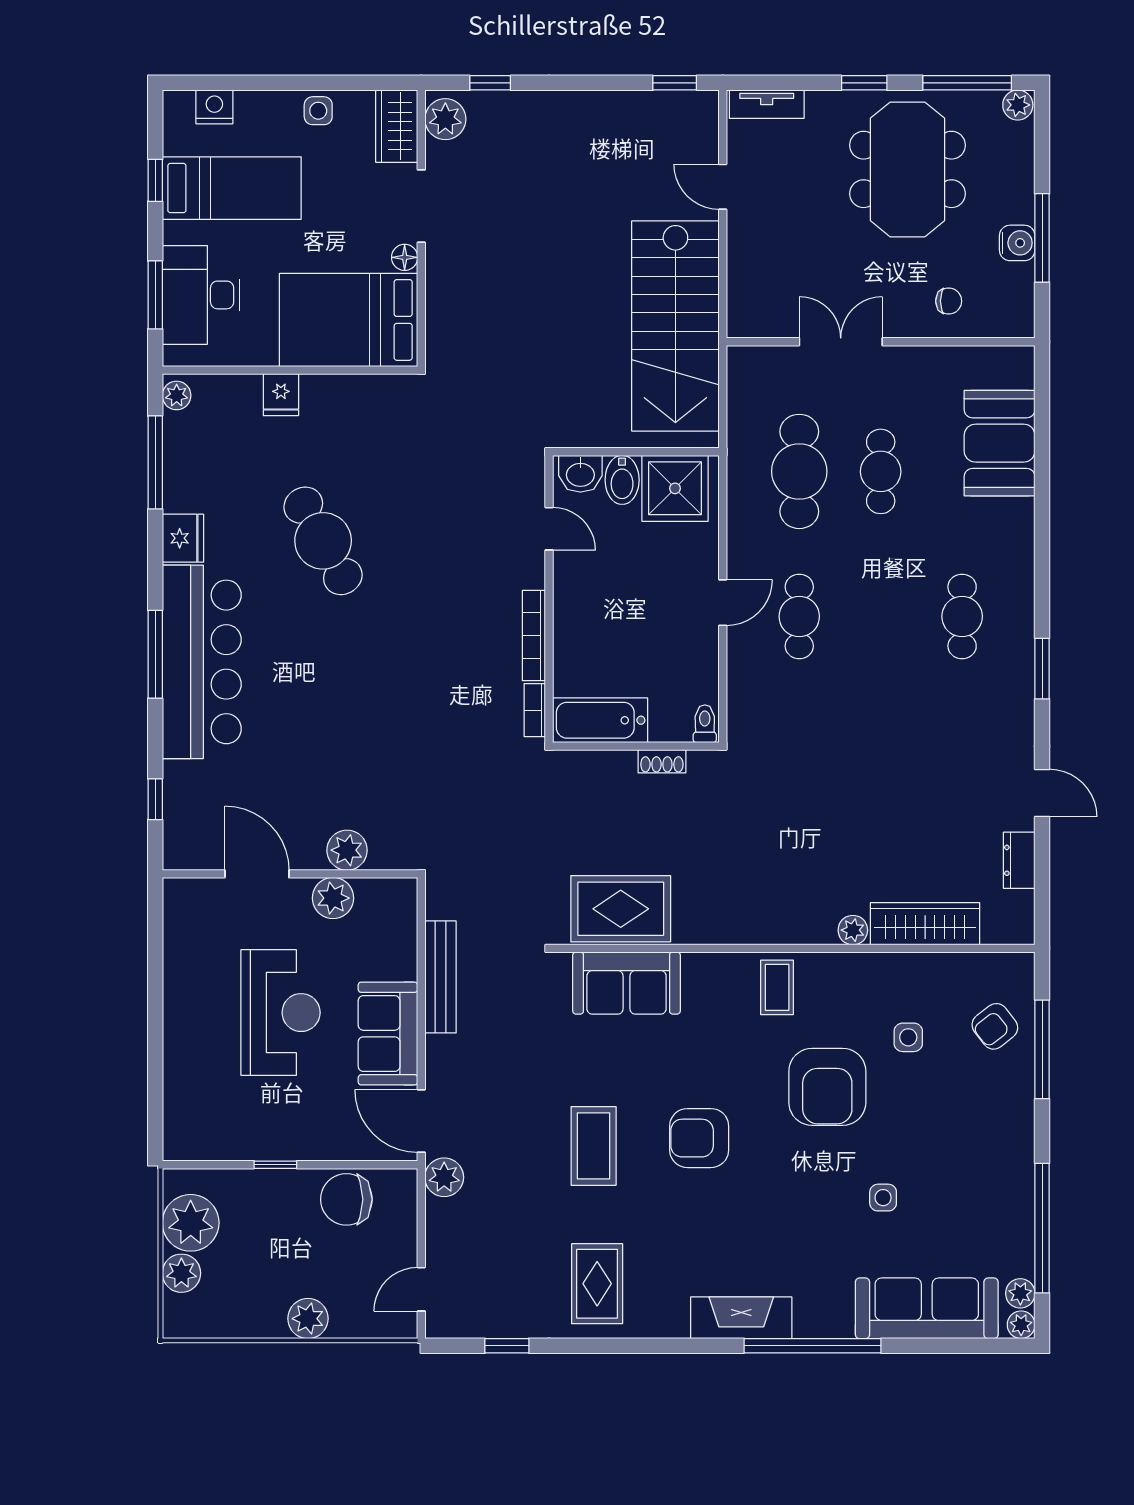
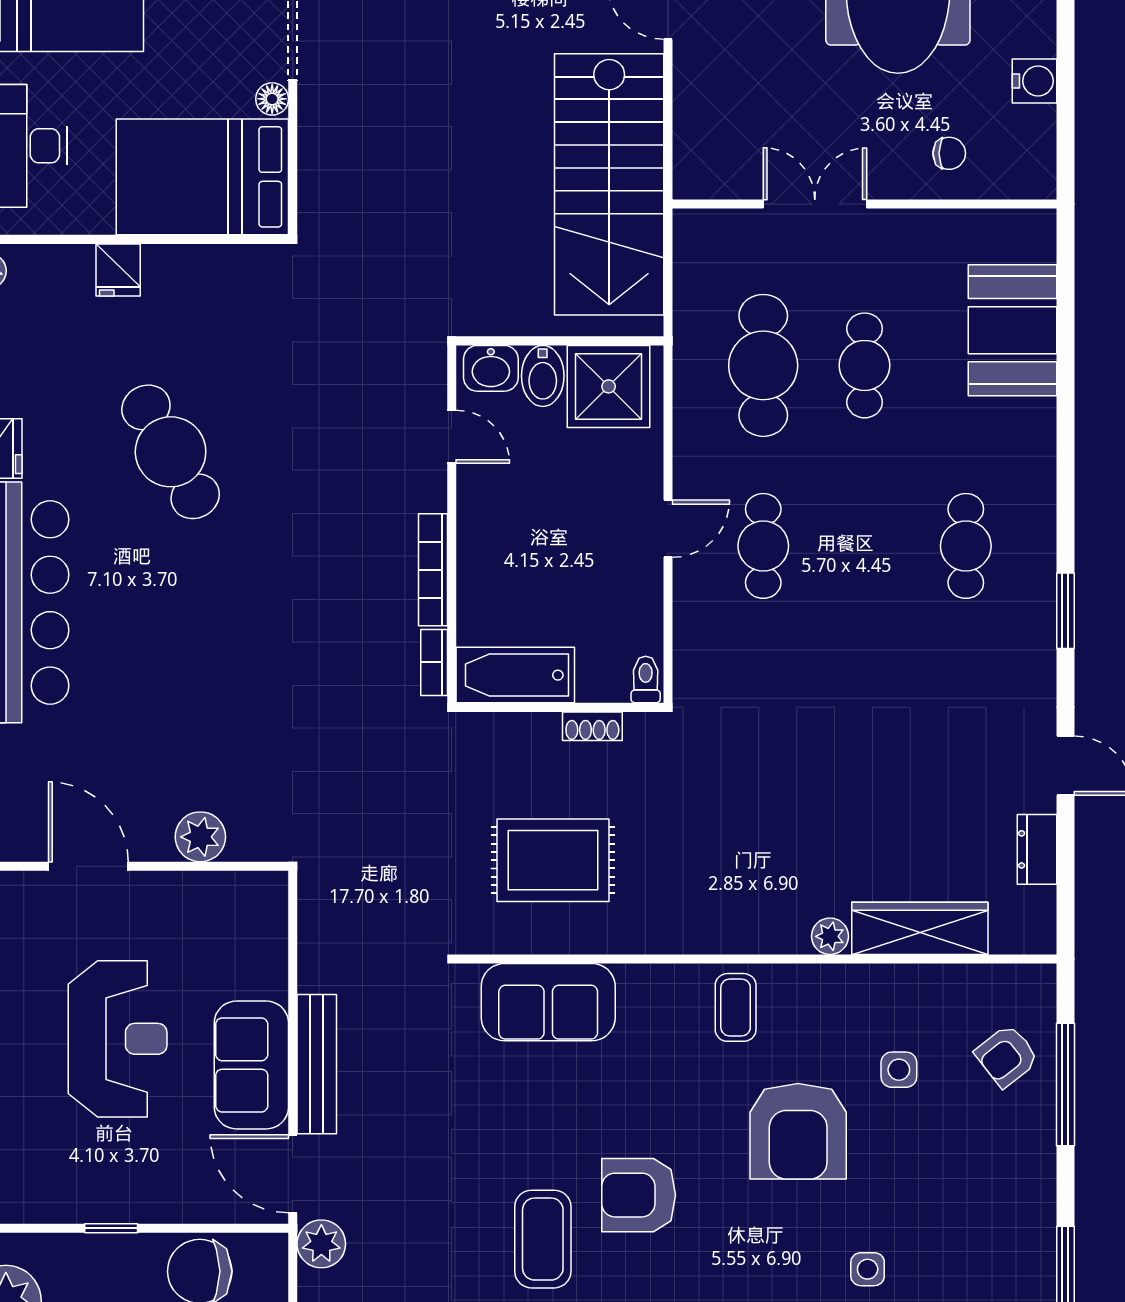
window: (1042, 238) -> (1065, 75), removed
plant: (333, 898) -> (183, 896), removed
rug: (621, 909) -> (553, 860), moved
bench: (440, 977) -> (317, 1064), moved
coffee table: (594, 1146) -> (543, 1239), moved

